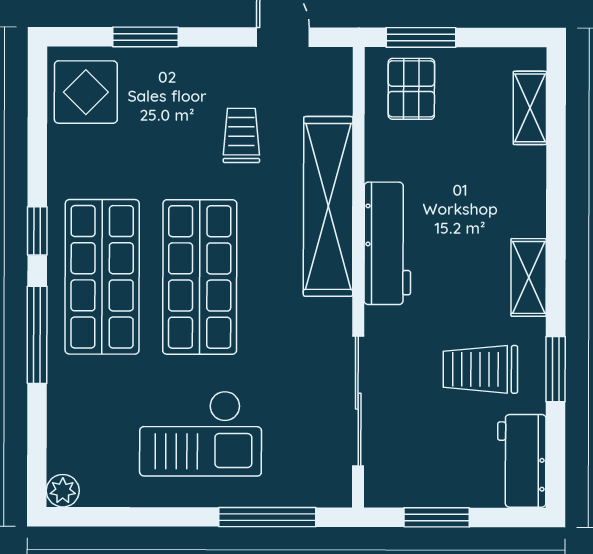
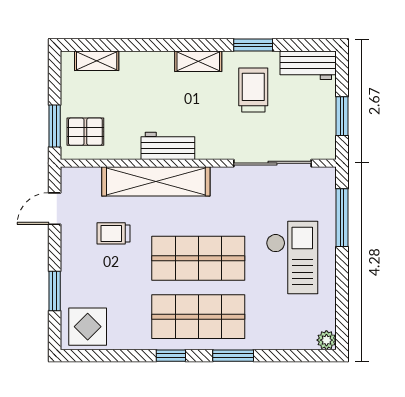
workbench: (387, 243) -> (168, 146), width x0.73
window: (37, 335) -> (233, 356), width x0.69
trolley: (480, 369) -> (253, 90), turned 180

